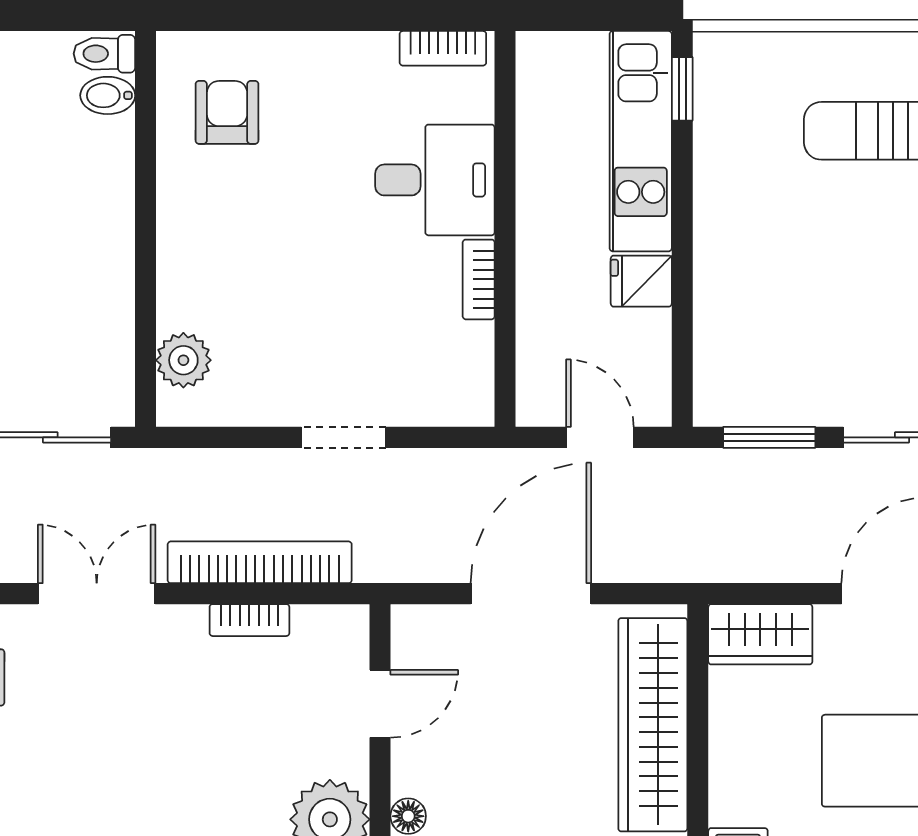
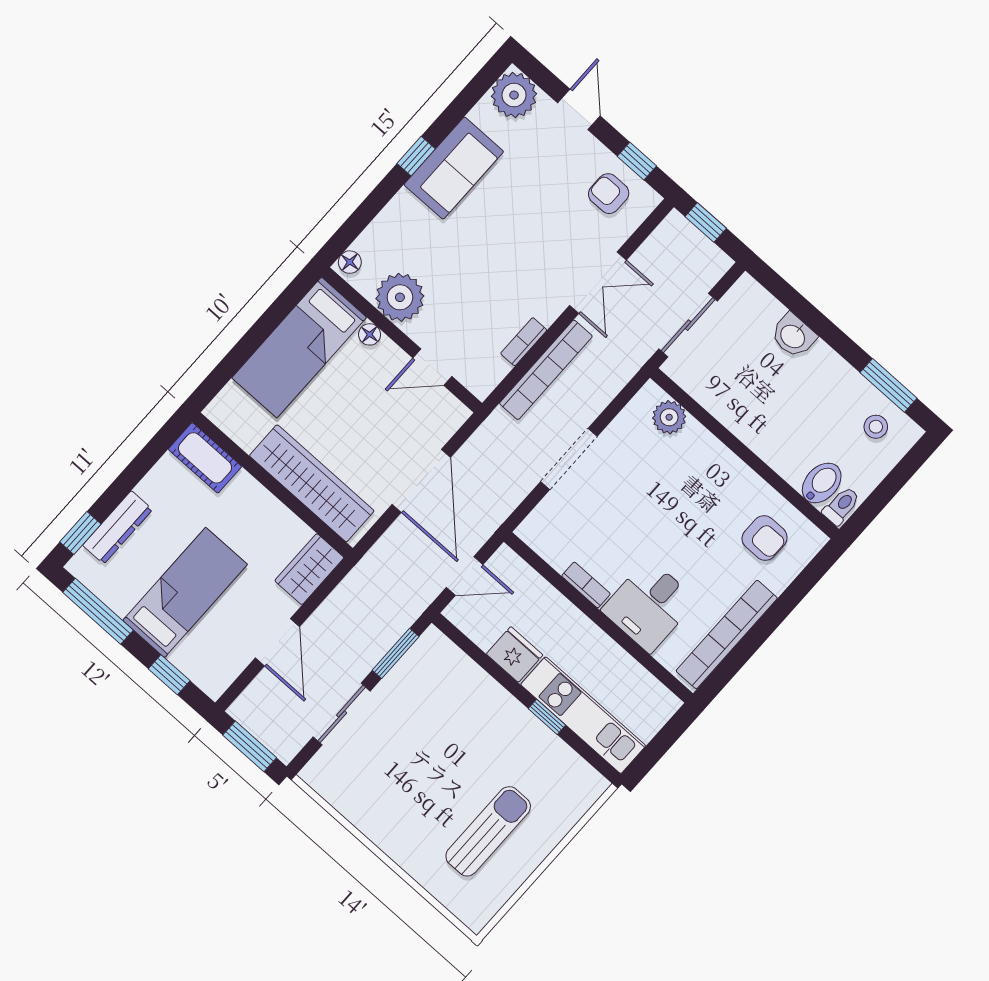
bookcase: (443, 48) -> (727, 634), width x2.31, depth x1.31
window: (682, 89) -> (547, 717), moved
bidet: (108, 95) -> (822, 483), width x1.38, depth x1.36
fridge: (641, 281) -> (515, 654), width x1.38
doorway: (343, 437) -> (569, 459), width x1.38
door: (380, 704) -> (432, 367), hinge flipped

